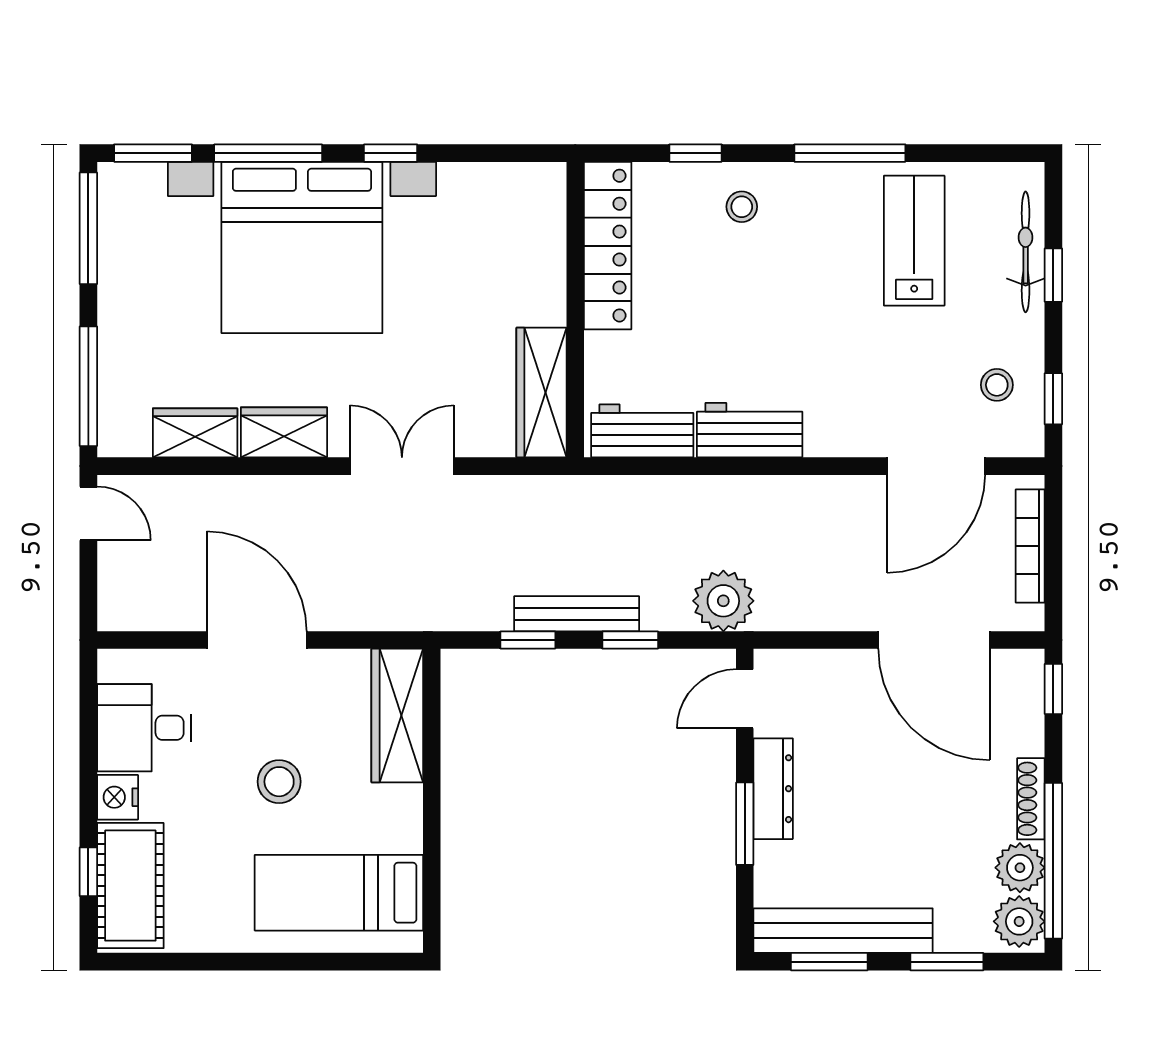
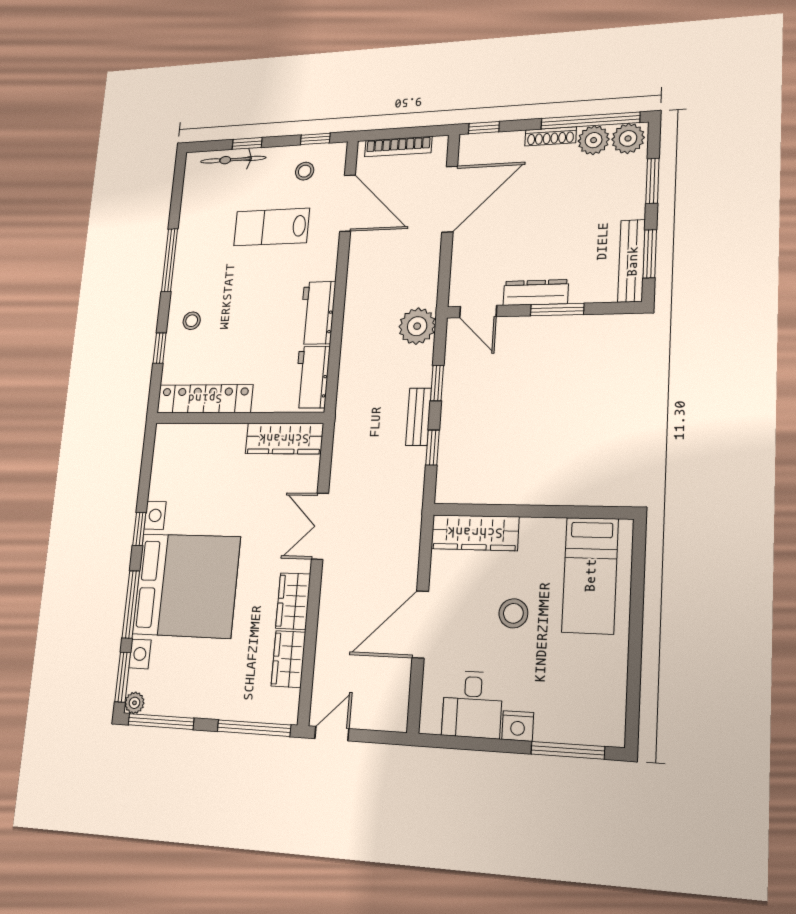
plant: (114, 179) -> (134, 703), added
lab bench: (914, 241) -> (272, 227), moved
bench: (577, 614) -> (418, 417), width x0.73
window: (88, 872) -> (568, 750), width x2.17
cot: (130, 886) -> (579, 721), removed
bench: (843, 931) -> (632, 261), width x0.73, depth x0.82

